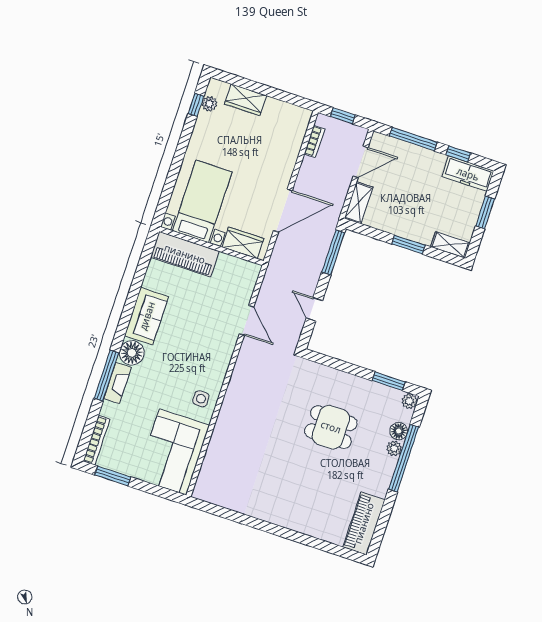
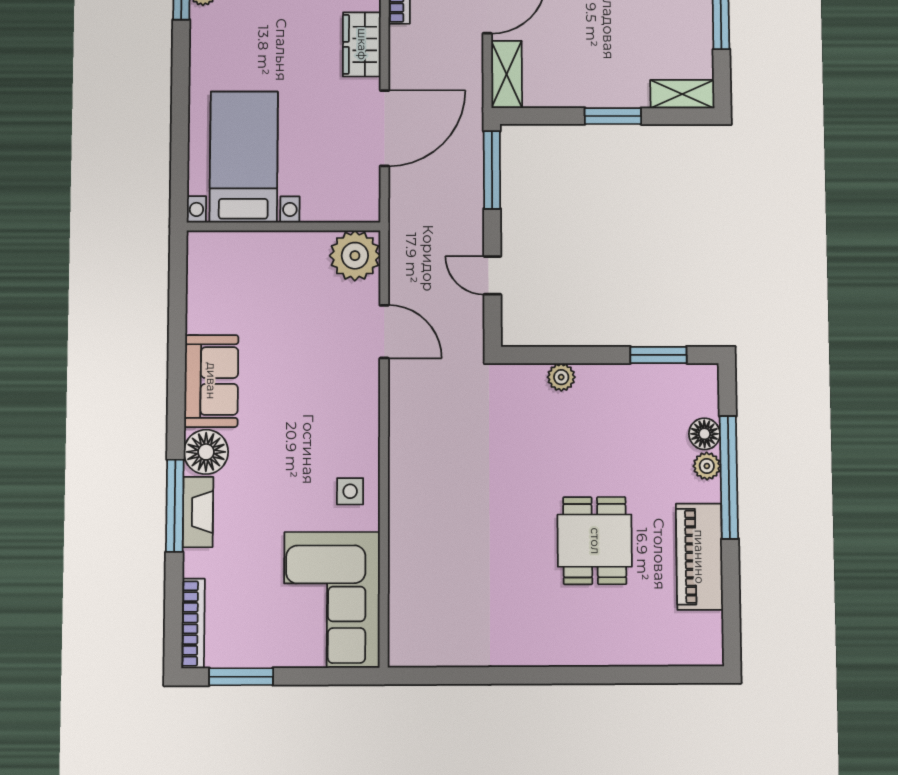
wardrobe: (243, 243) -> (362, 44), moved, turned -90
piano: (185, 254) -> (243, 255), removed
plant: (244, 274) -> (355, 256), added
plant: (410, 401) -> (561, 377), moved
dining table: (331, 427) -> (595, 541), moved, turned 90
piano: (364, 523) -> (699, 557), moved

